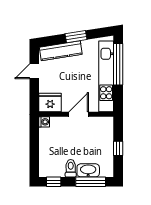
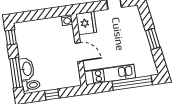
kitchen counter: (61, 51) -> (137, 26), removed
kitchen unit: (106, 76) -> (110, 74), width x0.73
toilet: (71, 168) -> (31, 85), moved

